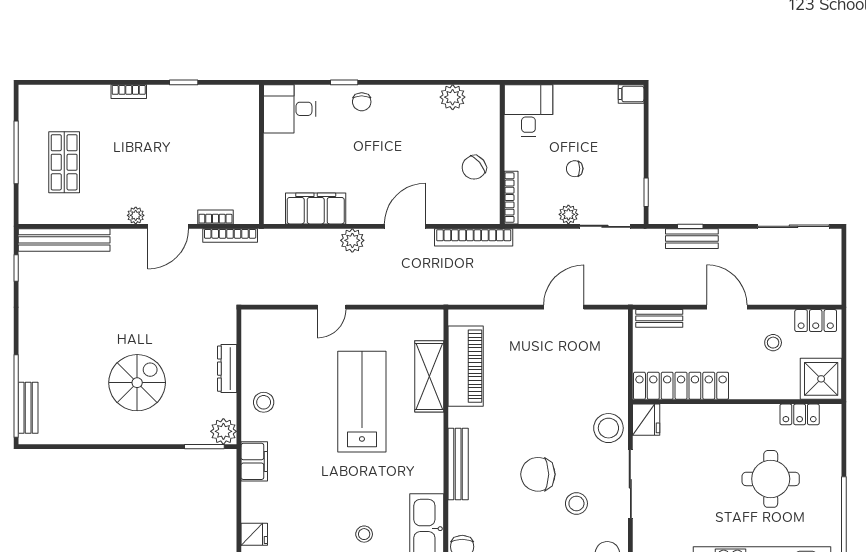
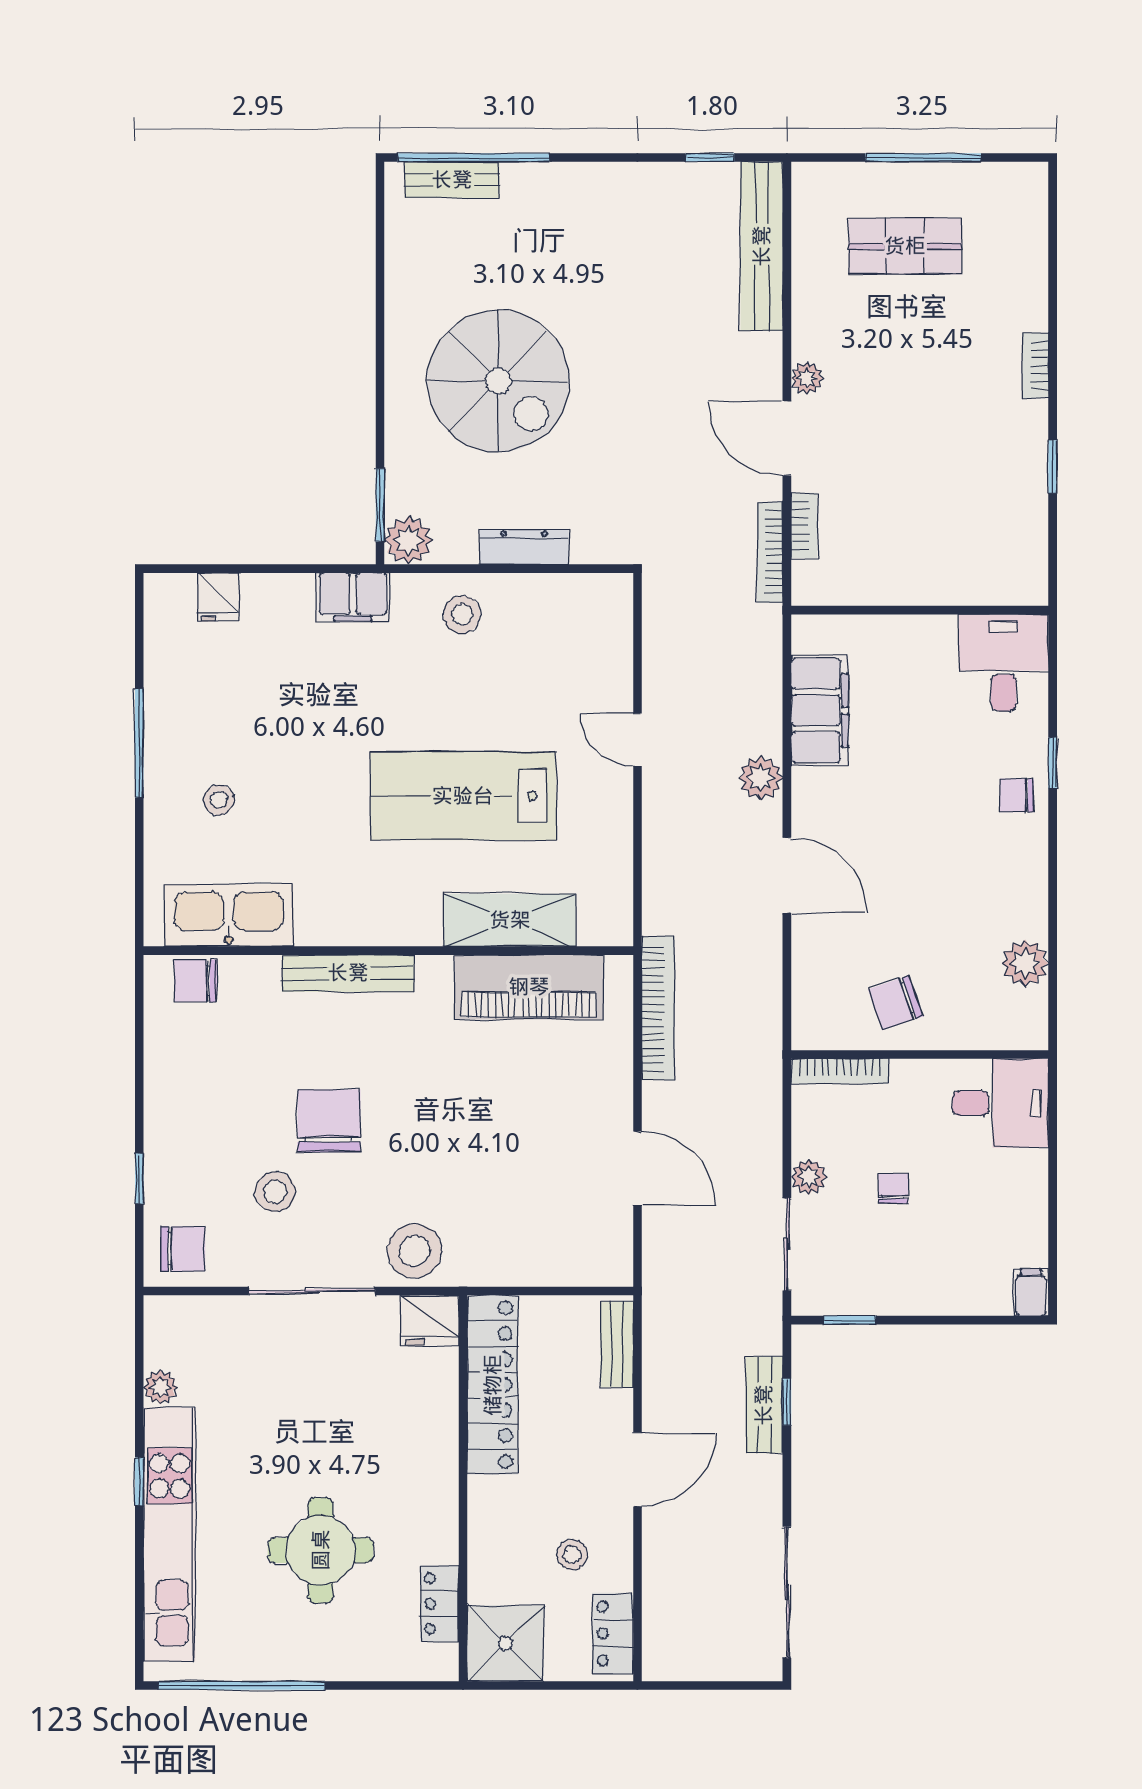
chair: (474, 167) -> (896, 1003), turned -69
bookcase: (474, 237) -> (658, 1008), moved, turned 180
spiral stairs: (137, 383) -> (498, 381), width x1.37, depth x1.37
lab bench: (362, 402) -> (463, 796), turned 180

